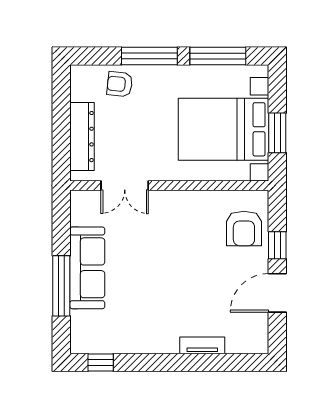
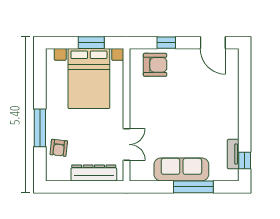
window: (218, 56) -> (40, 82), removed
door: (277, 293) -> (213, 43), moved
tv unit: (202, 345) -> (233, 154), moved

